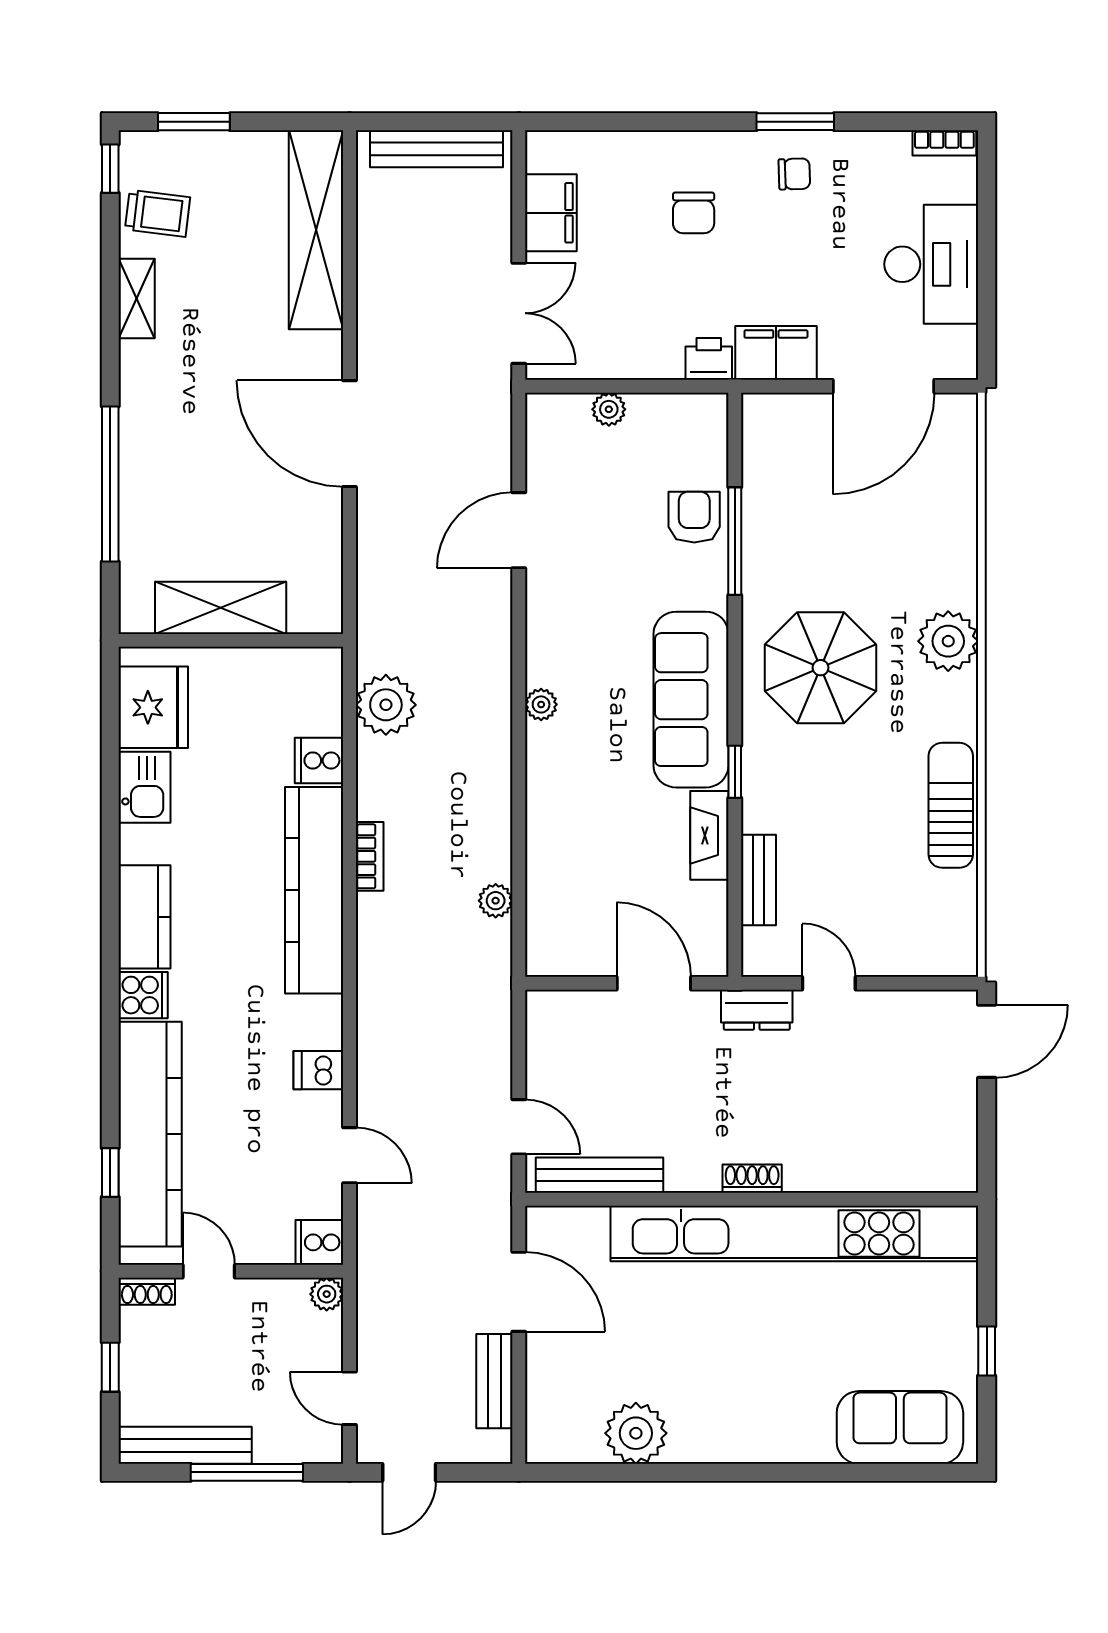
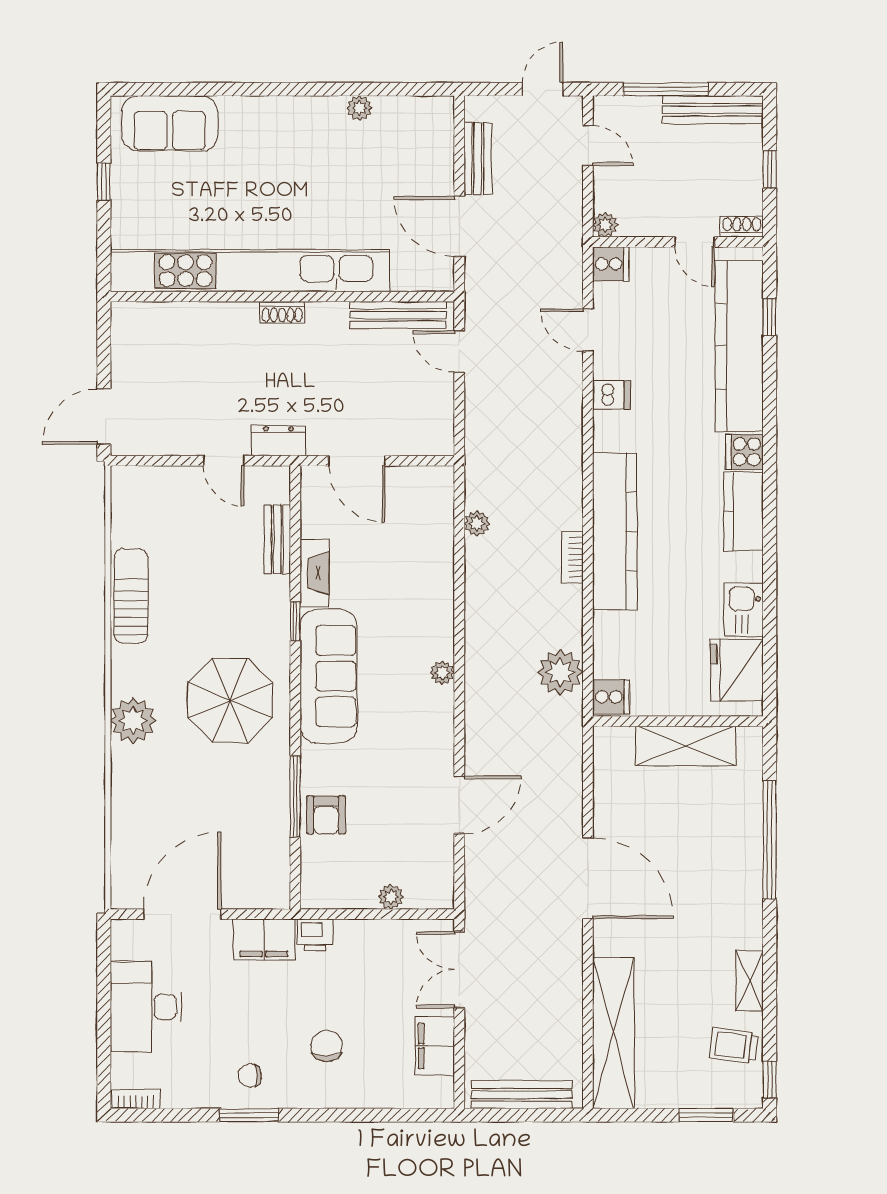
cooker: (319, 761) -> (611, 697), moved
sun lounger: (951, 805) -> (131, 596), turned 180
plant: (636, 1433) -> (359, 108), width x0.53, depth x0.53

